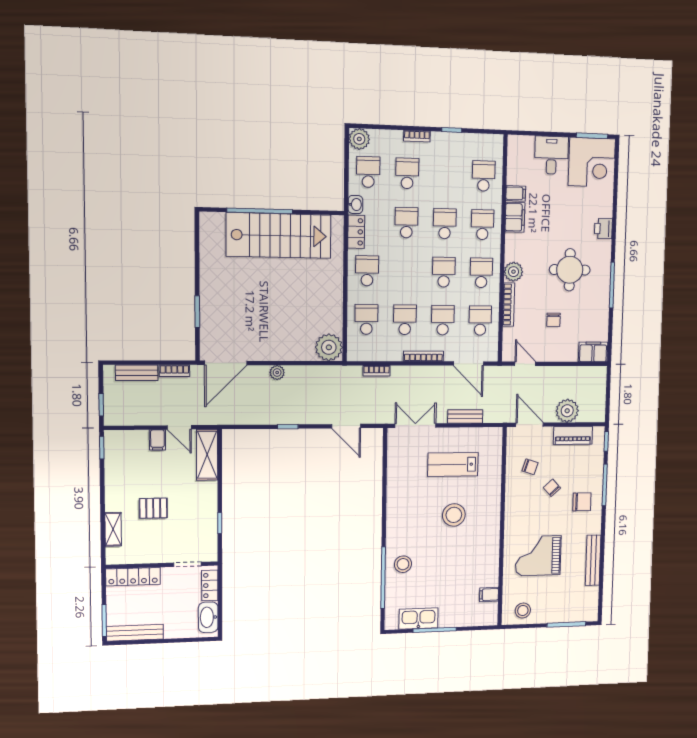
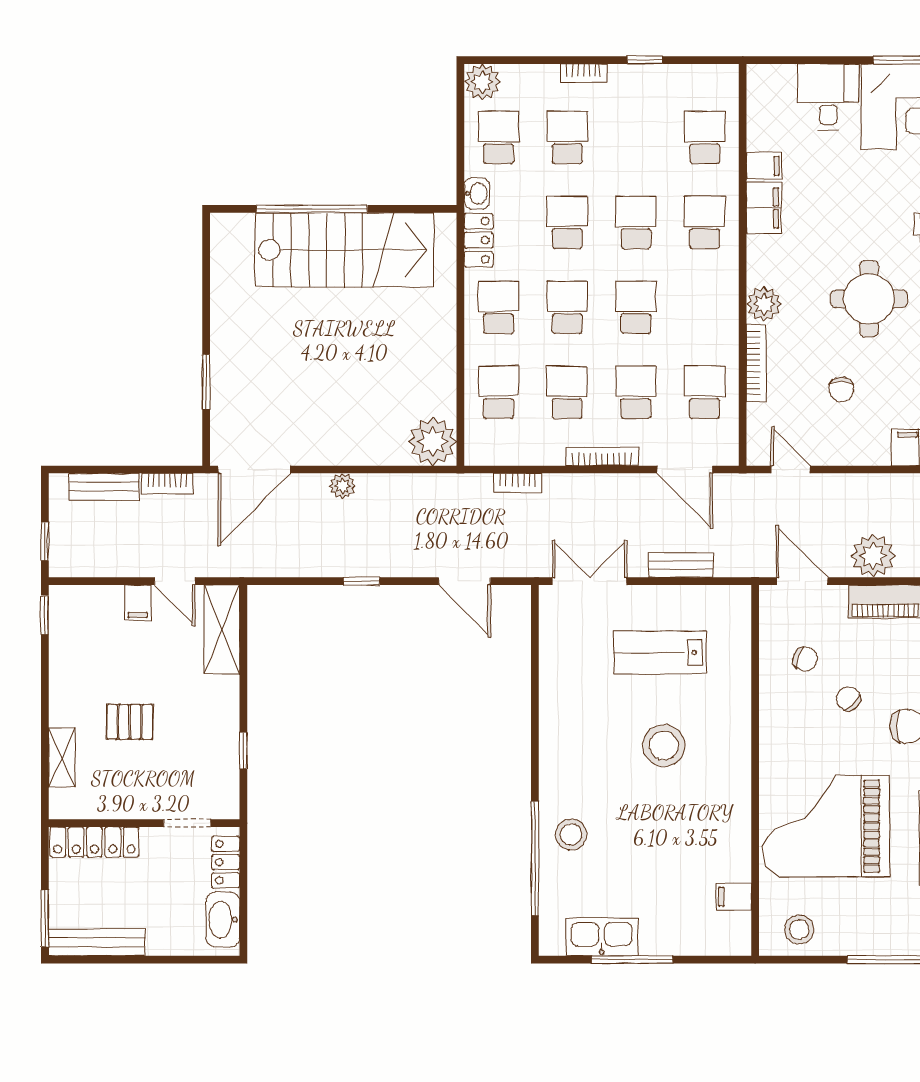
school desk: (481, 273) -> (567, 307), moved
grand piano: (538, 556) -> (826, 826), width x1.37, depth x1.48

